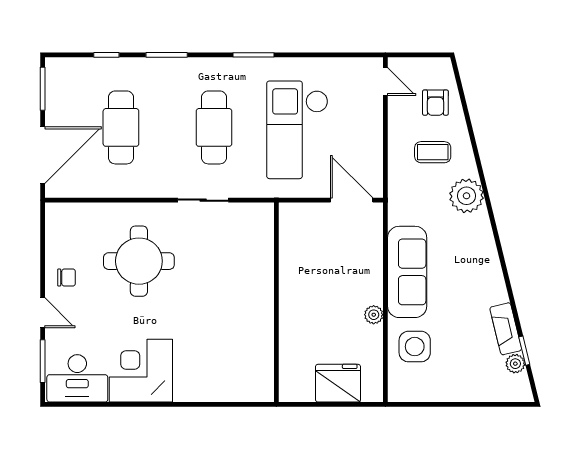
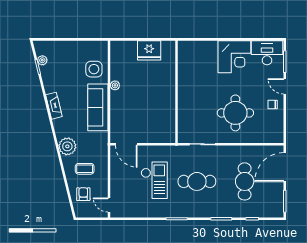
cafe table: (214, 127) -> (197, 181), turned 90
checkout: (297, 130) -> (154, 180), width x0.73, depth x0.83
wall: (276, 302) -> (177, 92), moved
fireplace: (506, 329) -> (54, 106), moved
fridge: (338, 383) -> (149, 50), moved

